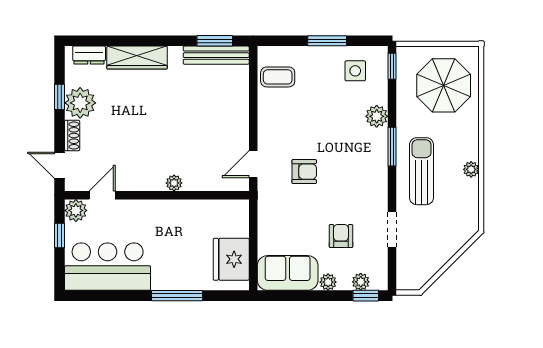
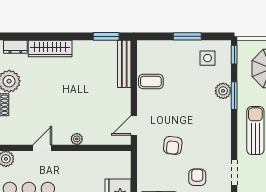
bench: (216, 55) -> (124, 64), moved, turned 90
coffee table: (278, 77) -> (151, 82), moved
window: (392, 147) -> (234, 96), moved
armchair: (304, 172) -> (173, 145), moved, turned 96
door: (102, 195) -> (42, 148), moved

